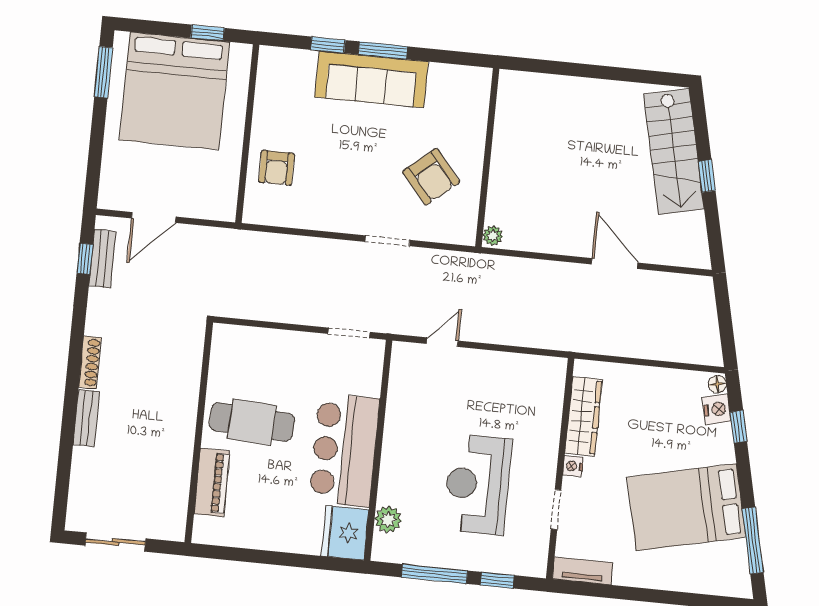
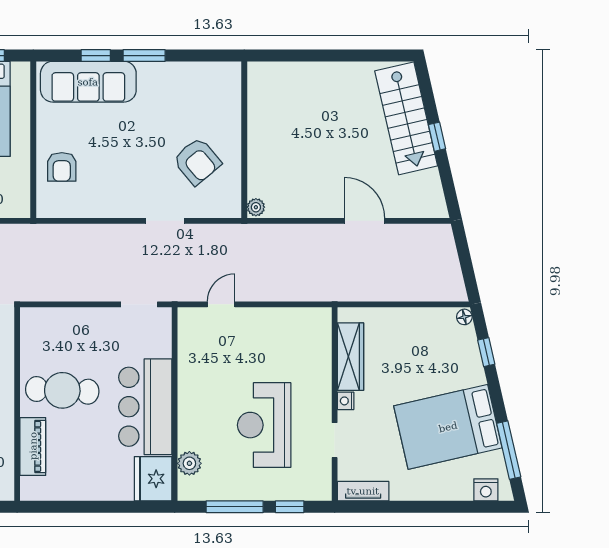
sofa: (371, 79) -> (88, 82), moved
nightstand: (717, 409) -> (486, 490), moved, turned 103

